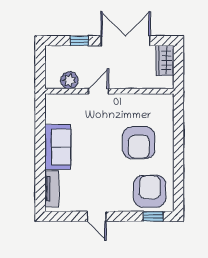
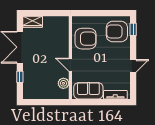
plant: (69, 80) -> (63, 83), moved
door: (98, 91) -> (70, 65), moved
wall: (109, 91) -> (70, 58), moved

